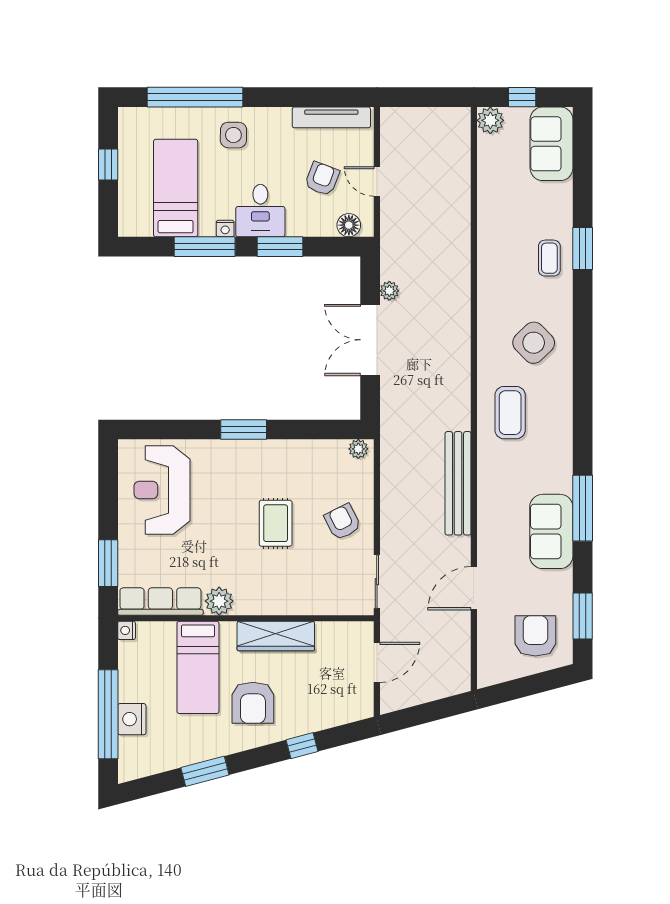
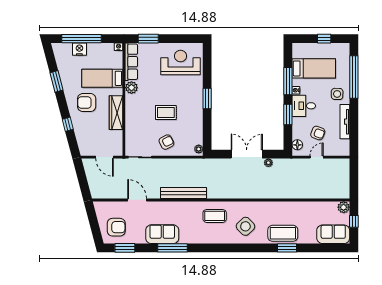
tv unit: (331, 117) -> (345, 122), moved
coffee table: (549, 258) -> (283, 233), width x1.86, depth x1.72

